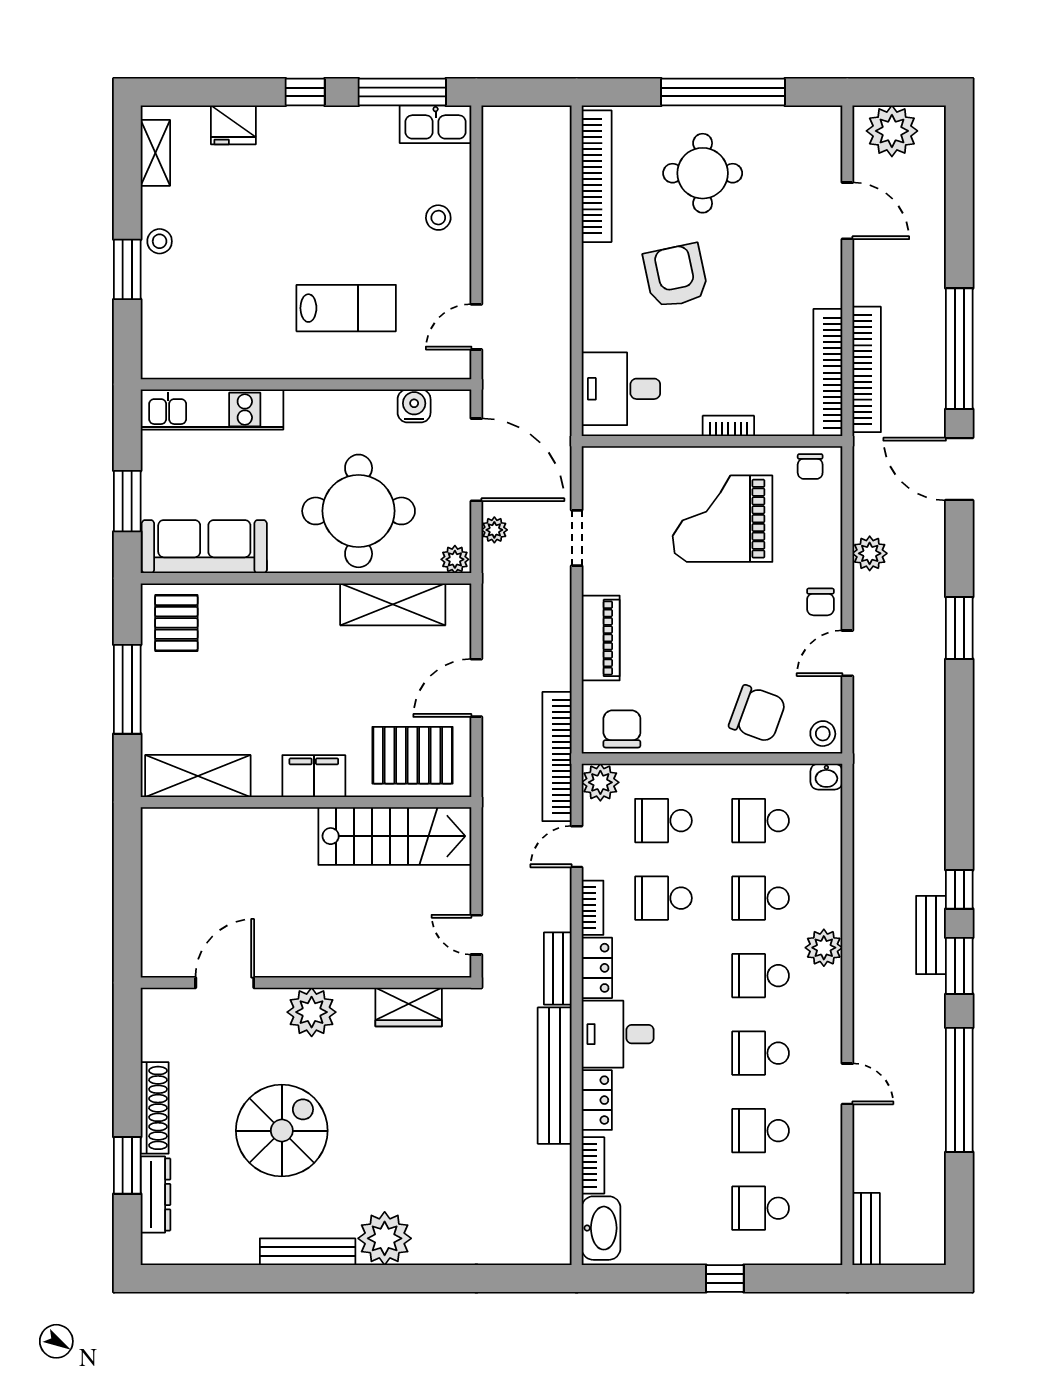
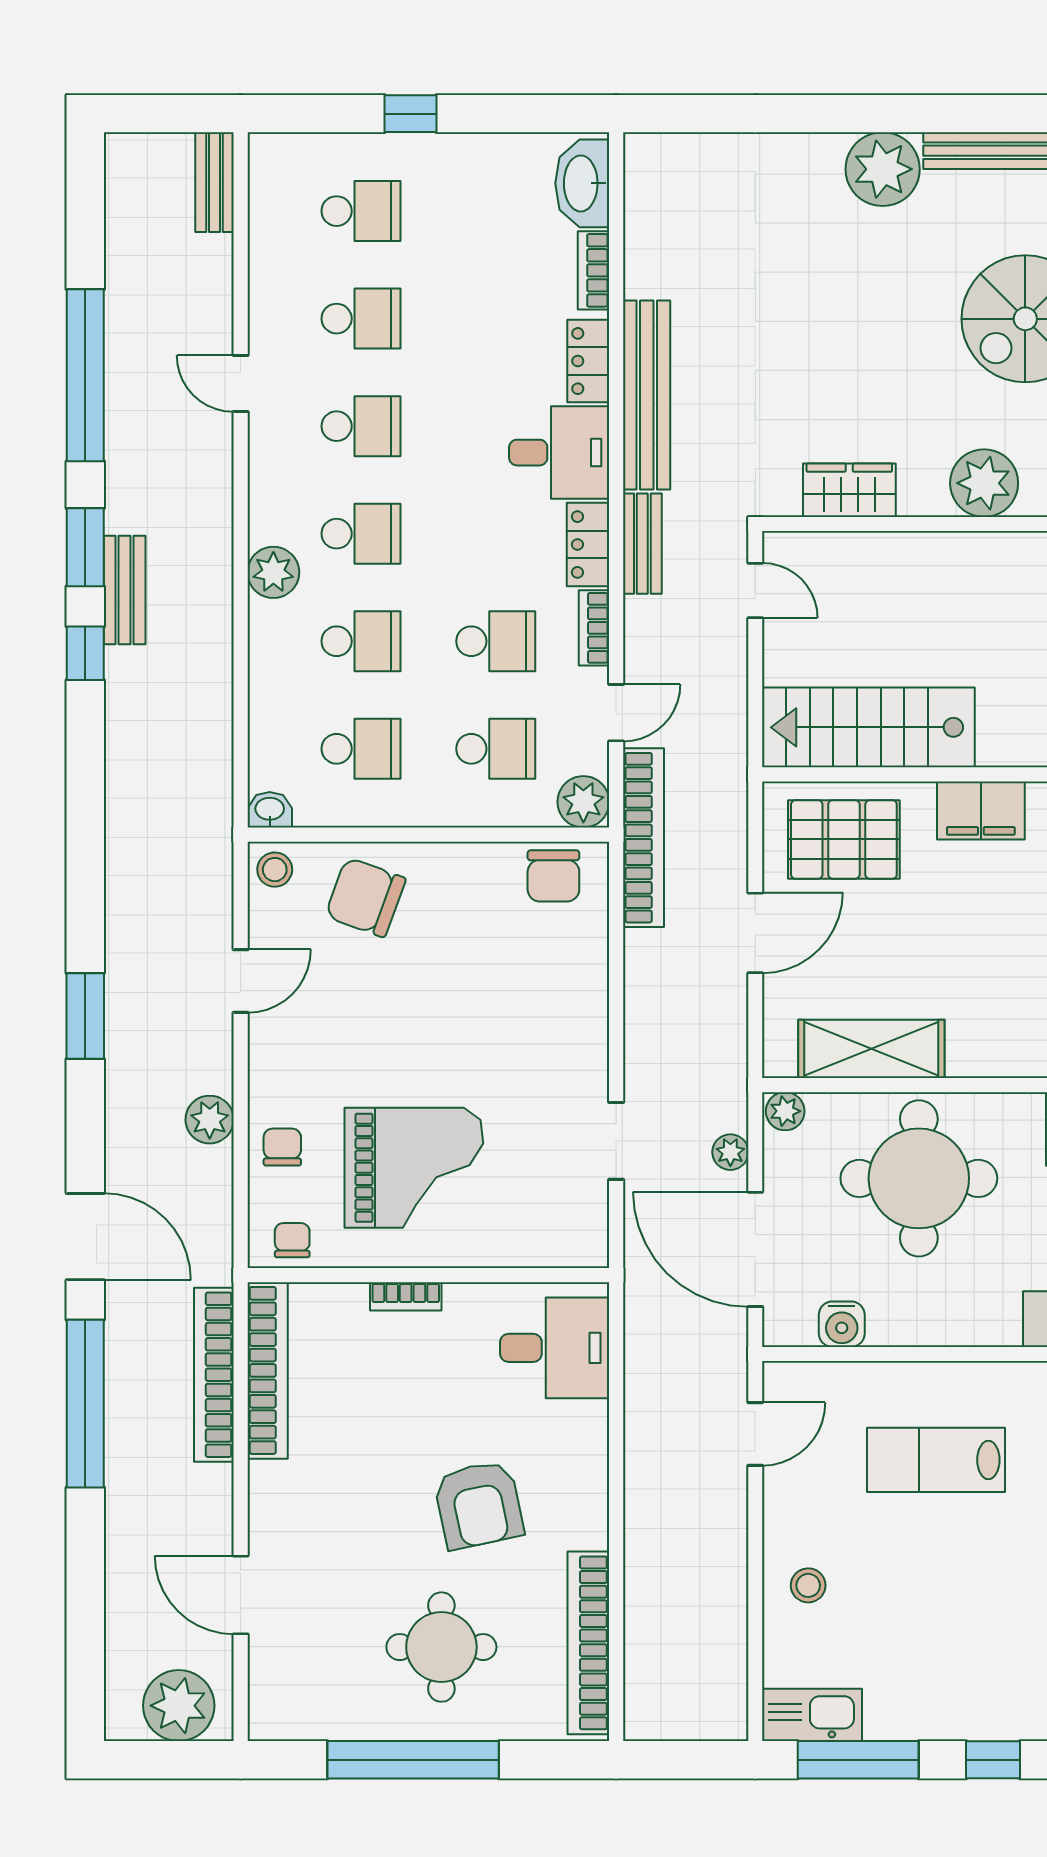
chair: (820, 602) -> (282, 1147), moved
piano: (601, 638) -> (583, 1002), removed

